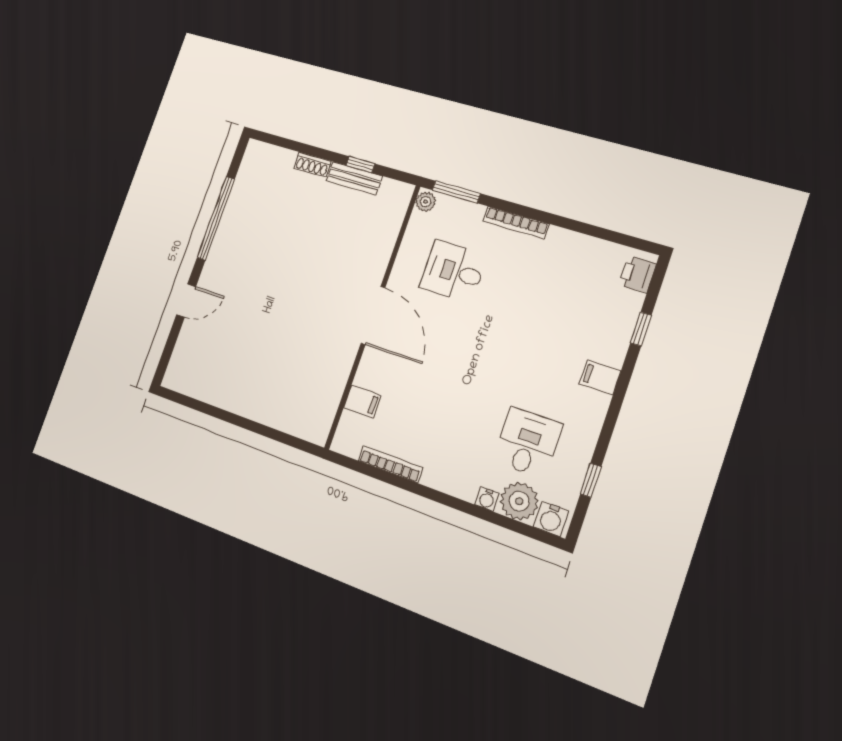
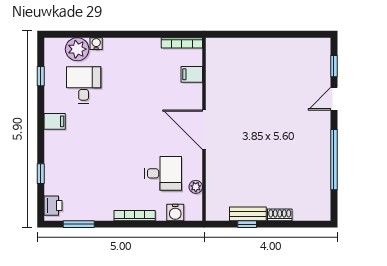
window: (456, 192) -> (79, 224), moved
plant: (426, 202) -> (196, 187), moved
window: (170, 345) -> (334, 66), added
filing cabinet: (600, 377) -> (55, 121), moved
desk: (528, 443) -> (84, 85), turned 180
bookcase: (390, 464) -> (182, 43), moved
water cooler: (551, 519) -> (175, 212), moved, turned 180

